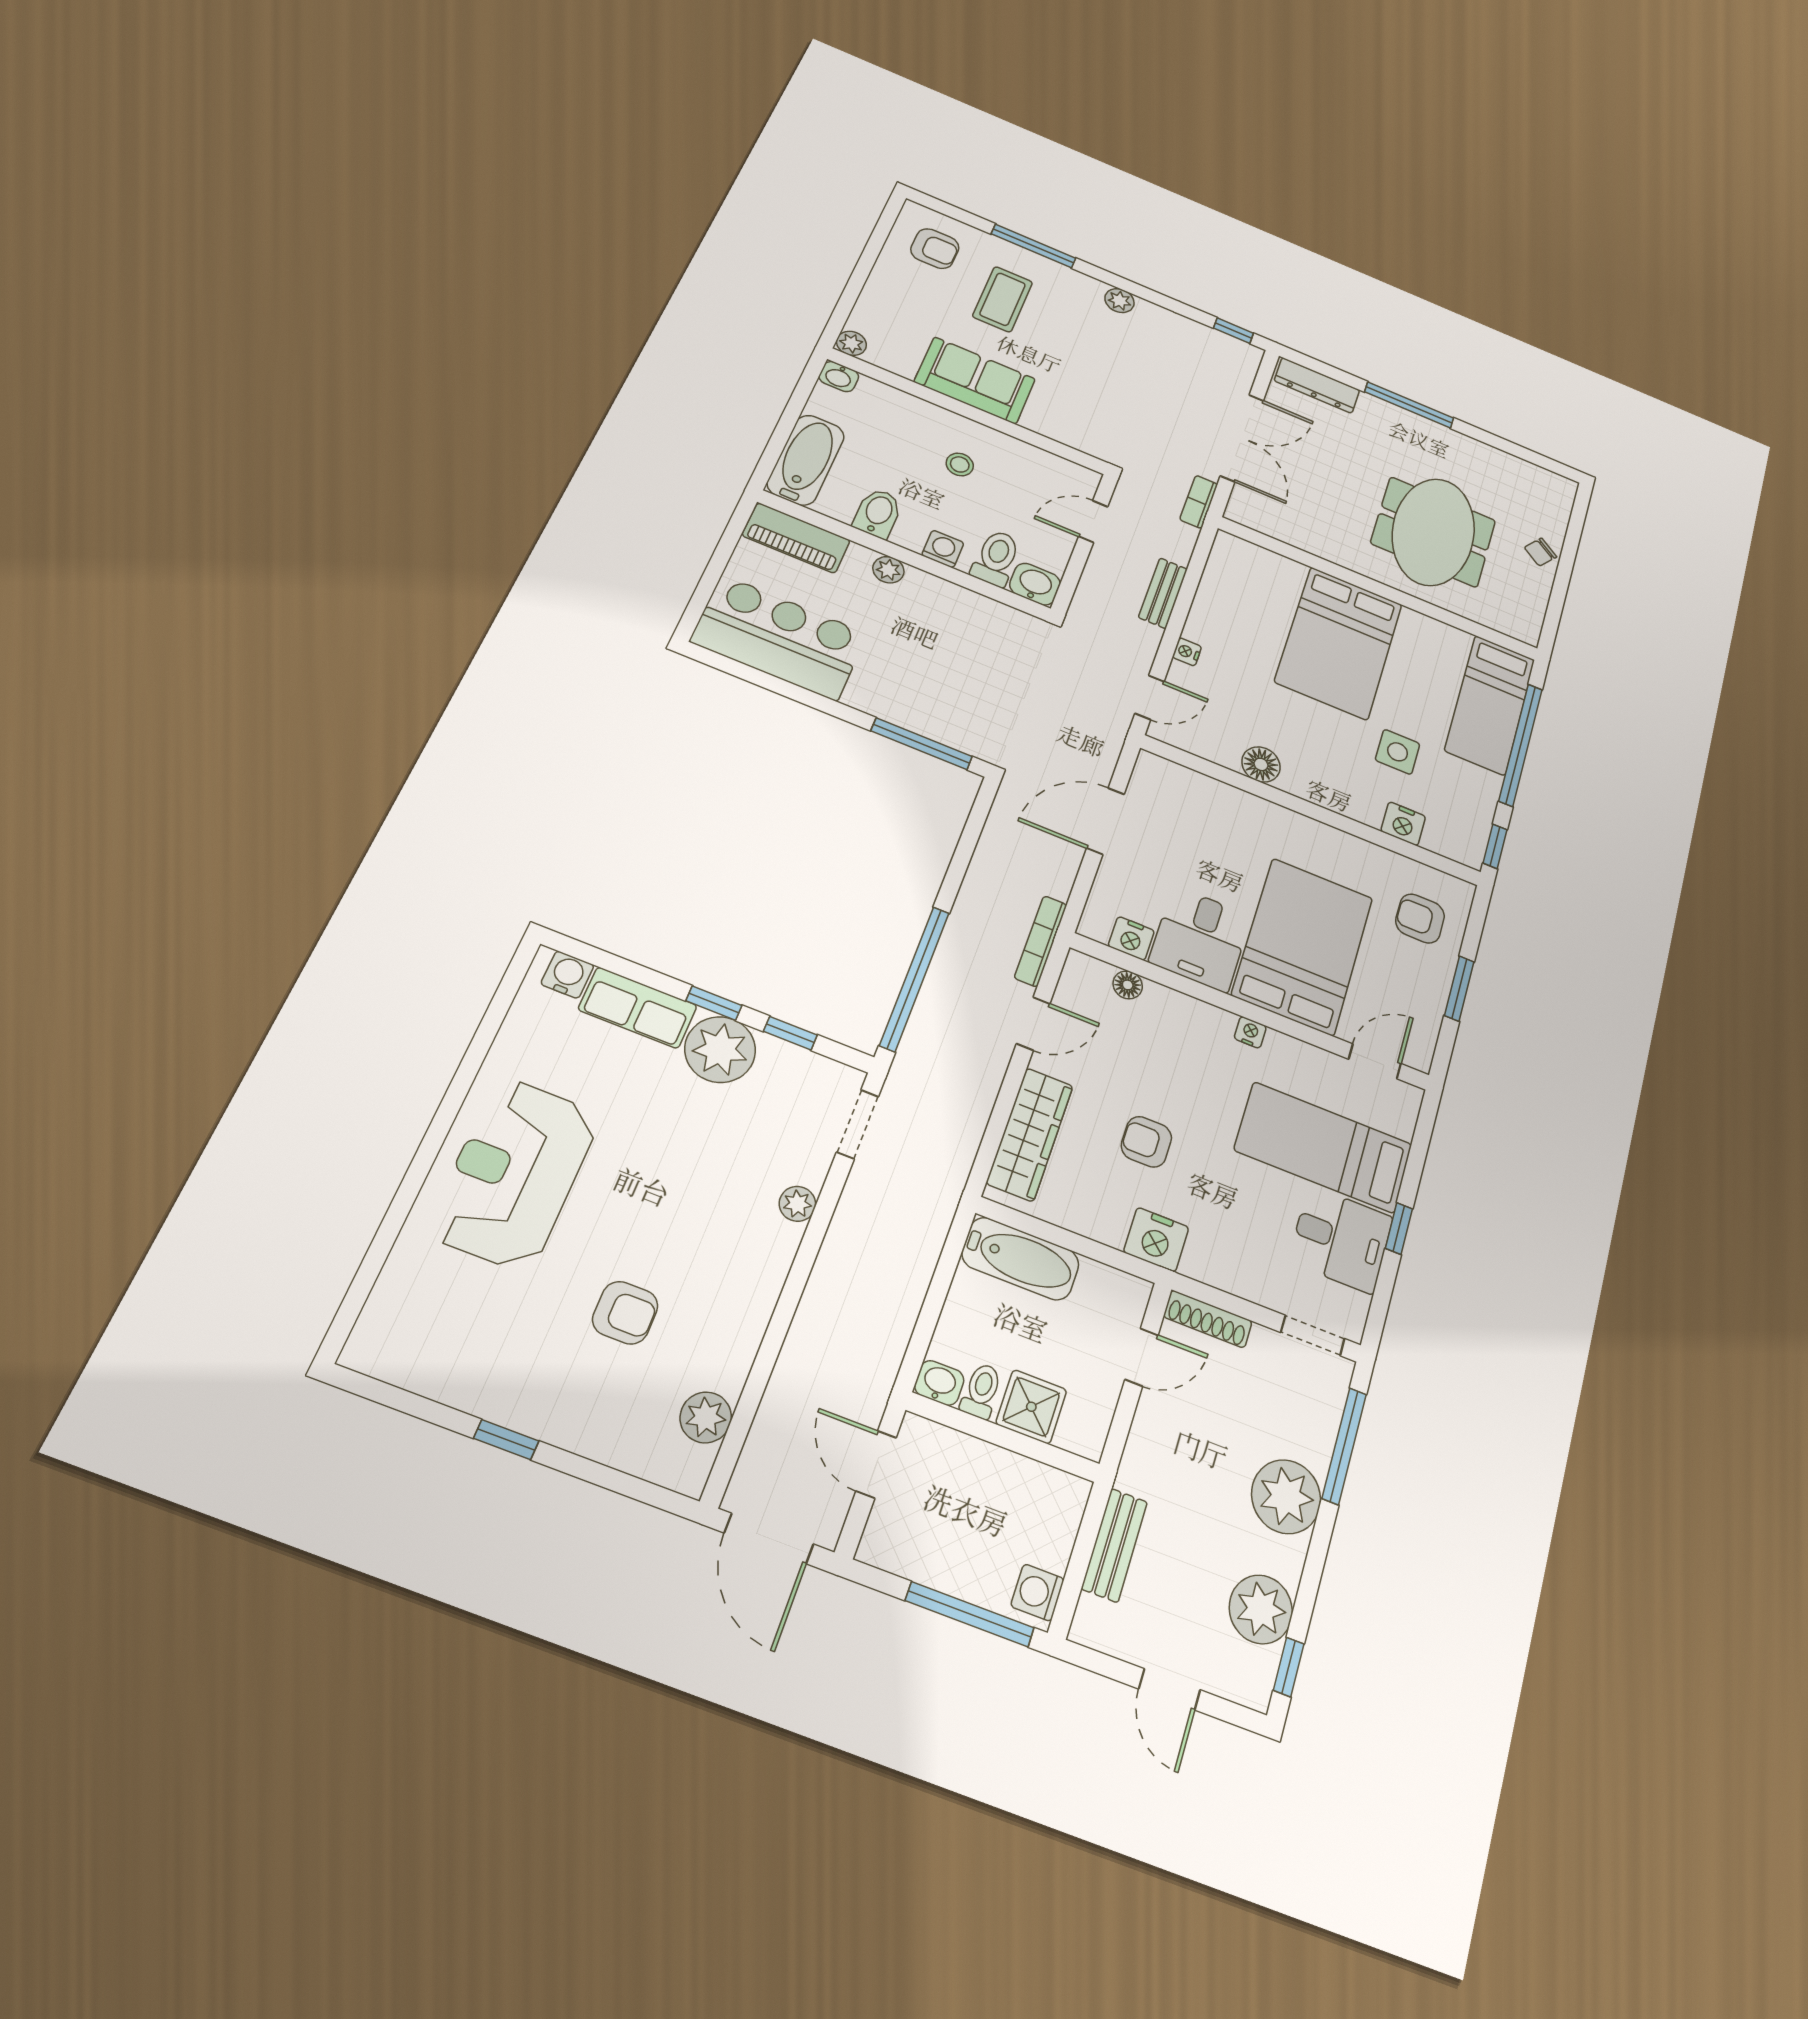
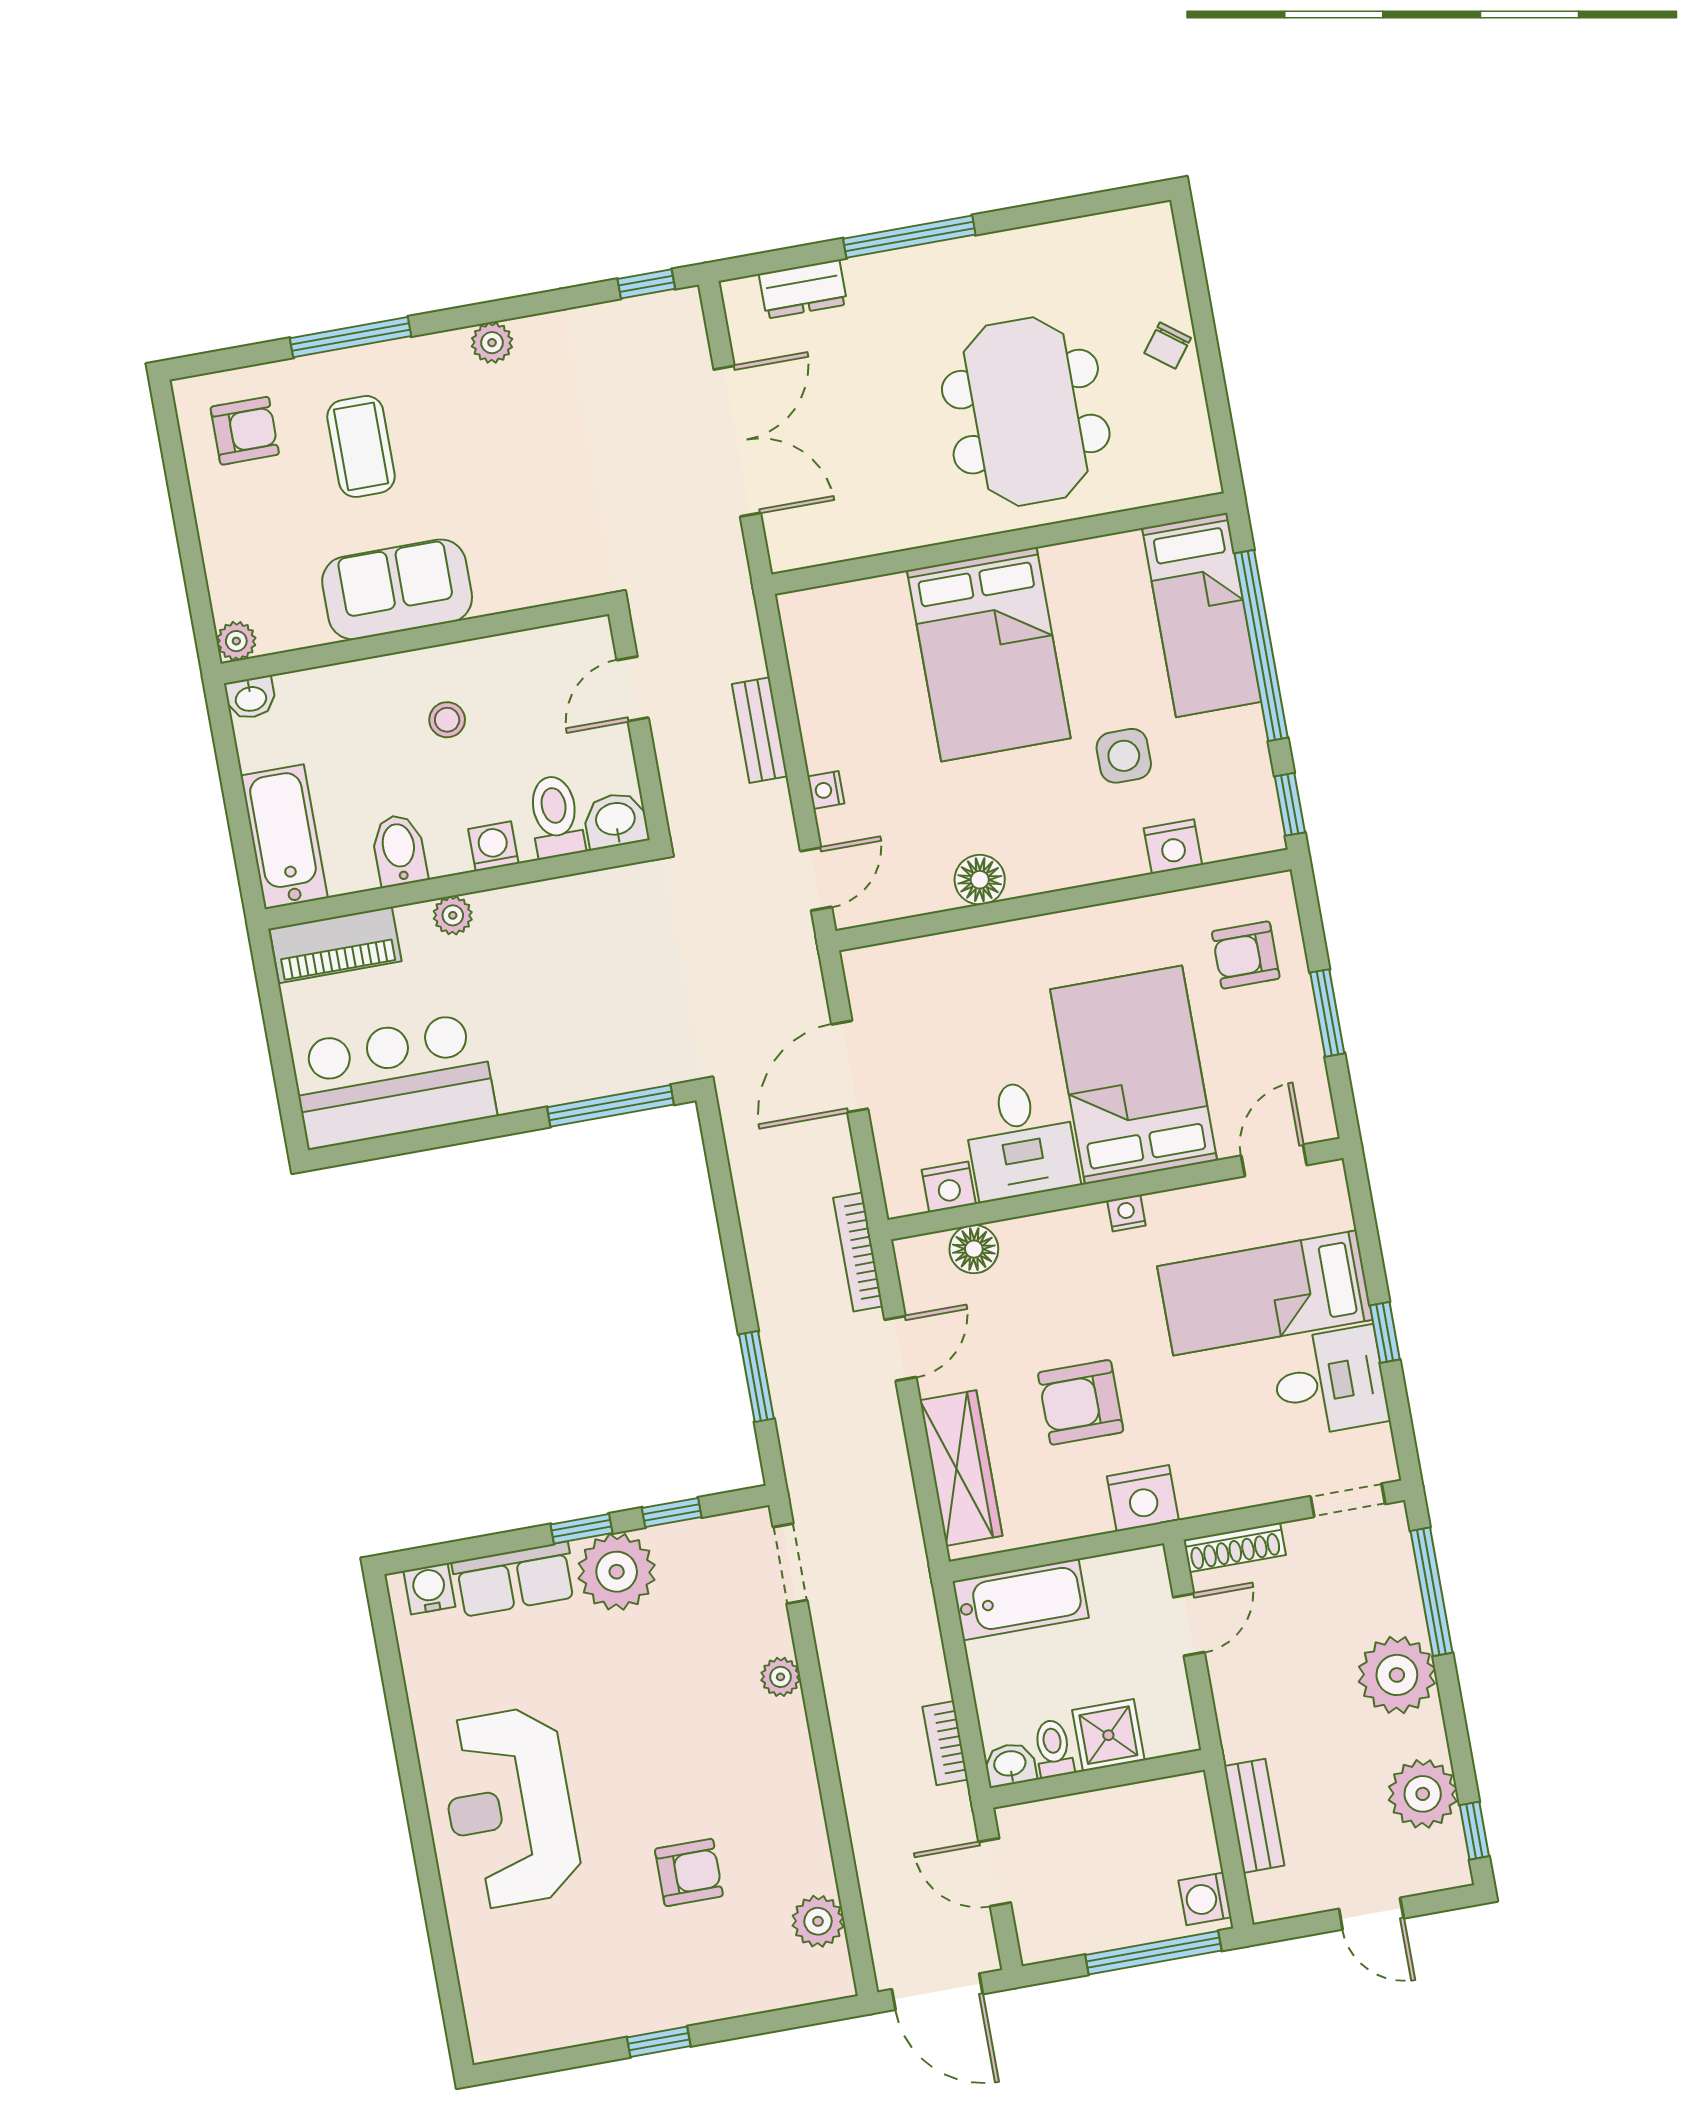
dresser: (1317, 385) -> (803, 289), width x0.70
bookcase: (1199, 502) -> (945, 1743), moved
window: (915, 978) -> (756, 1377), width x0.47
floor lamp: (1128, 985) -> (974, 1249), width x1.37, depth x1.37
armchair: (1146, 1142) -> (1081, 1402), width x1.38, depth x1.38

